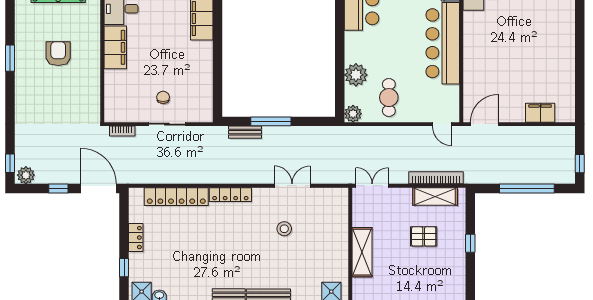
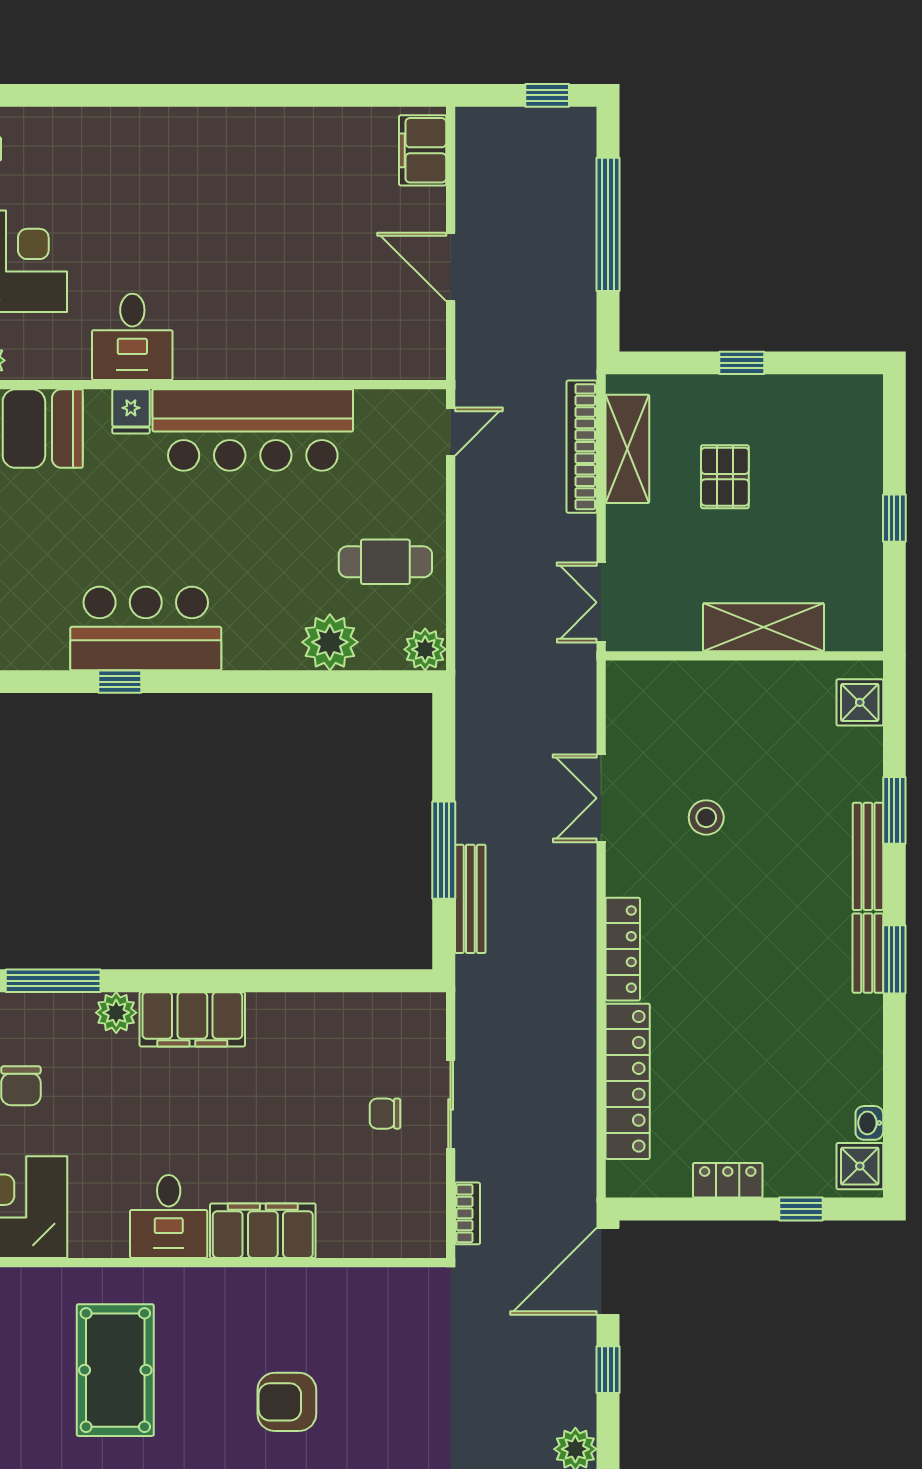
armchair: (58, 54) -> (287, 1402), moved
filing cabinet: (540, 113) -> (423, 150), moved
door: (484, 124) -> (451, 267), moved
bench: (245, 132) -> (470, 899), width x1.36

